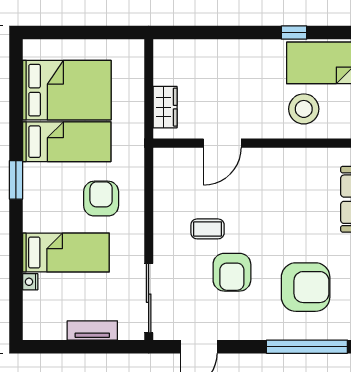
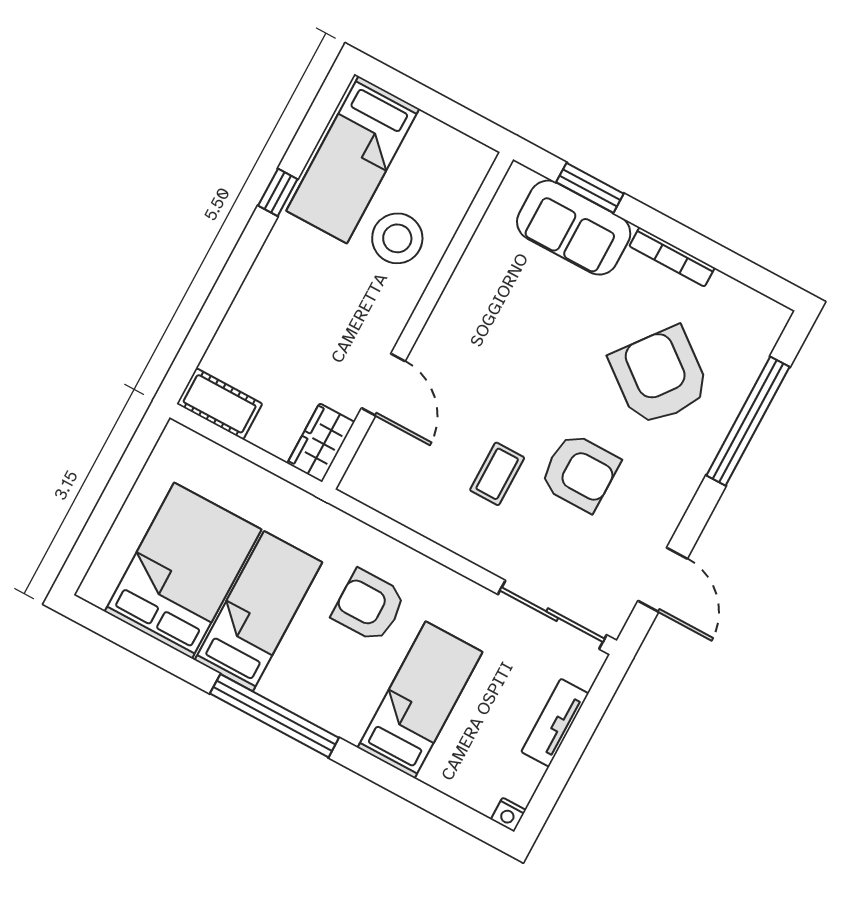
cot: (165, 62) -> (220, 404), added
wardrobe: (165, 107) -> (321, 443), moved, turned -90
window: (16, 180) -> (274, 716), width x2.11
nightstand: (30, 282) -> (508, 815), moved
armchair: (306, 287) -> (660, 376), turned -52

